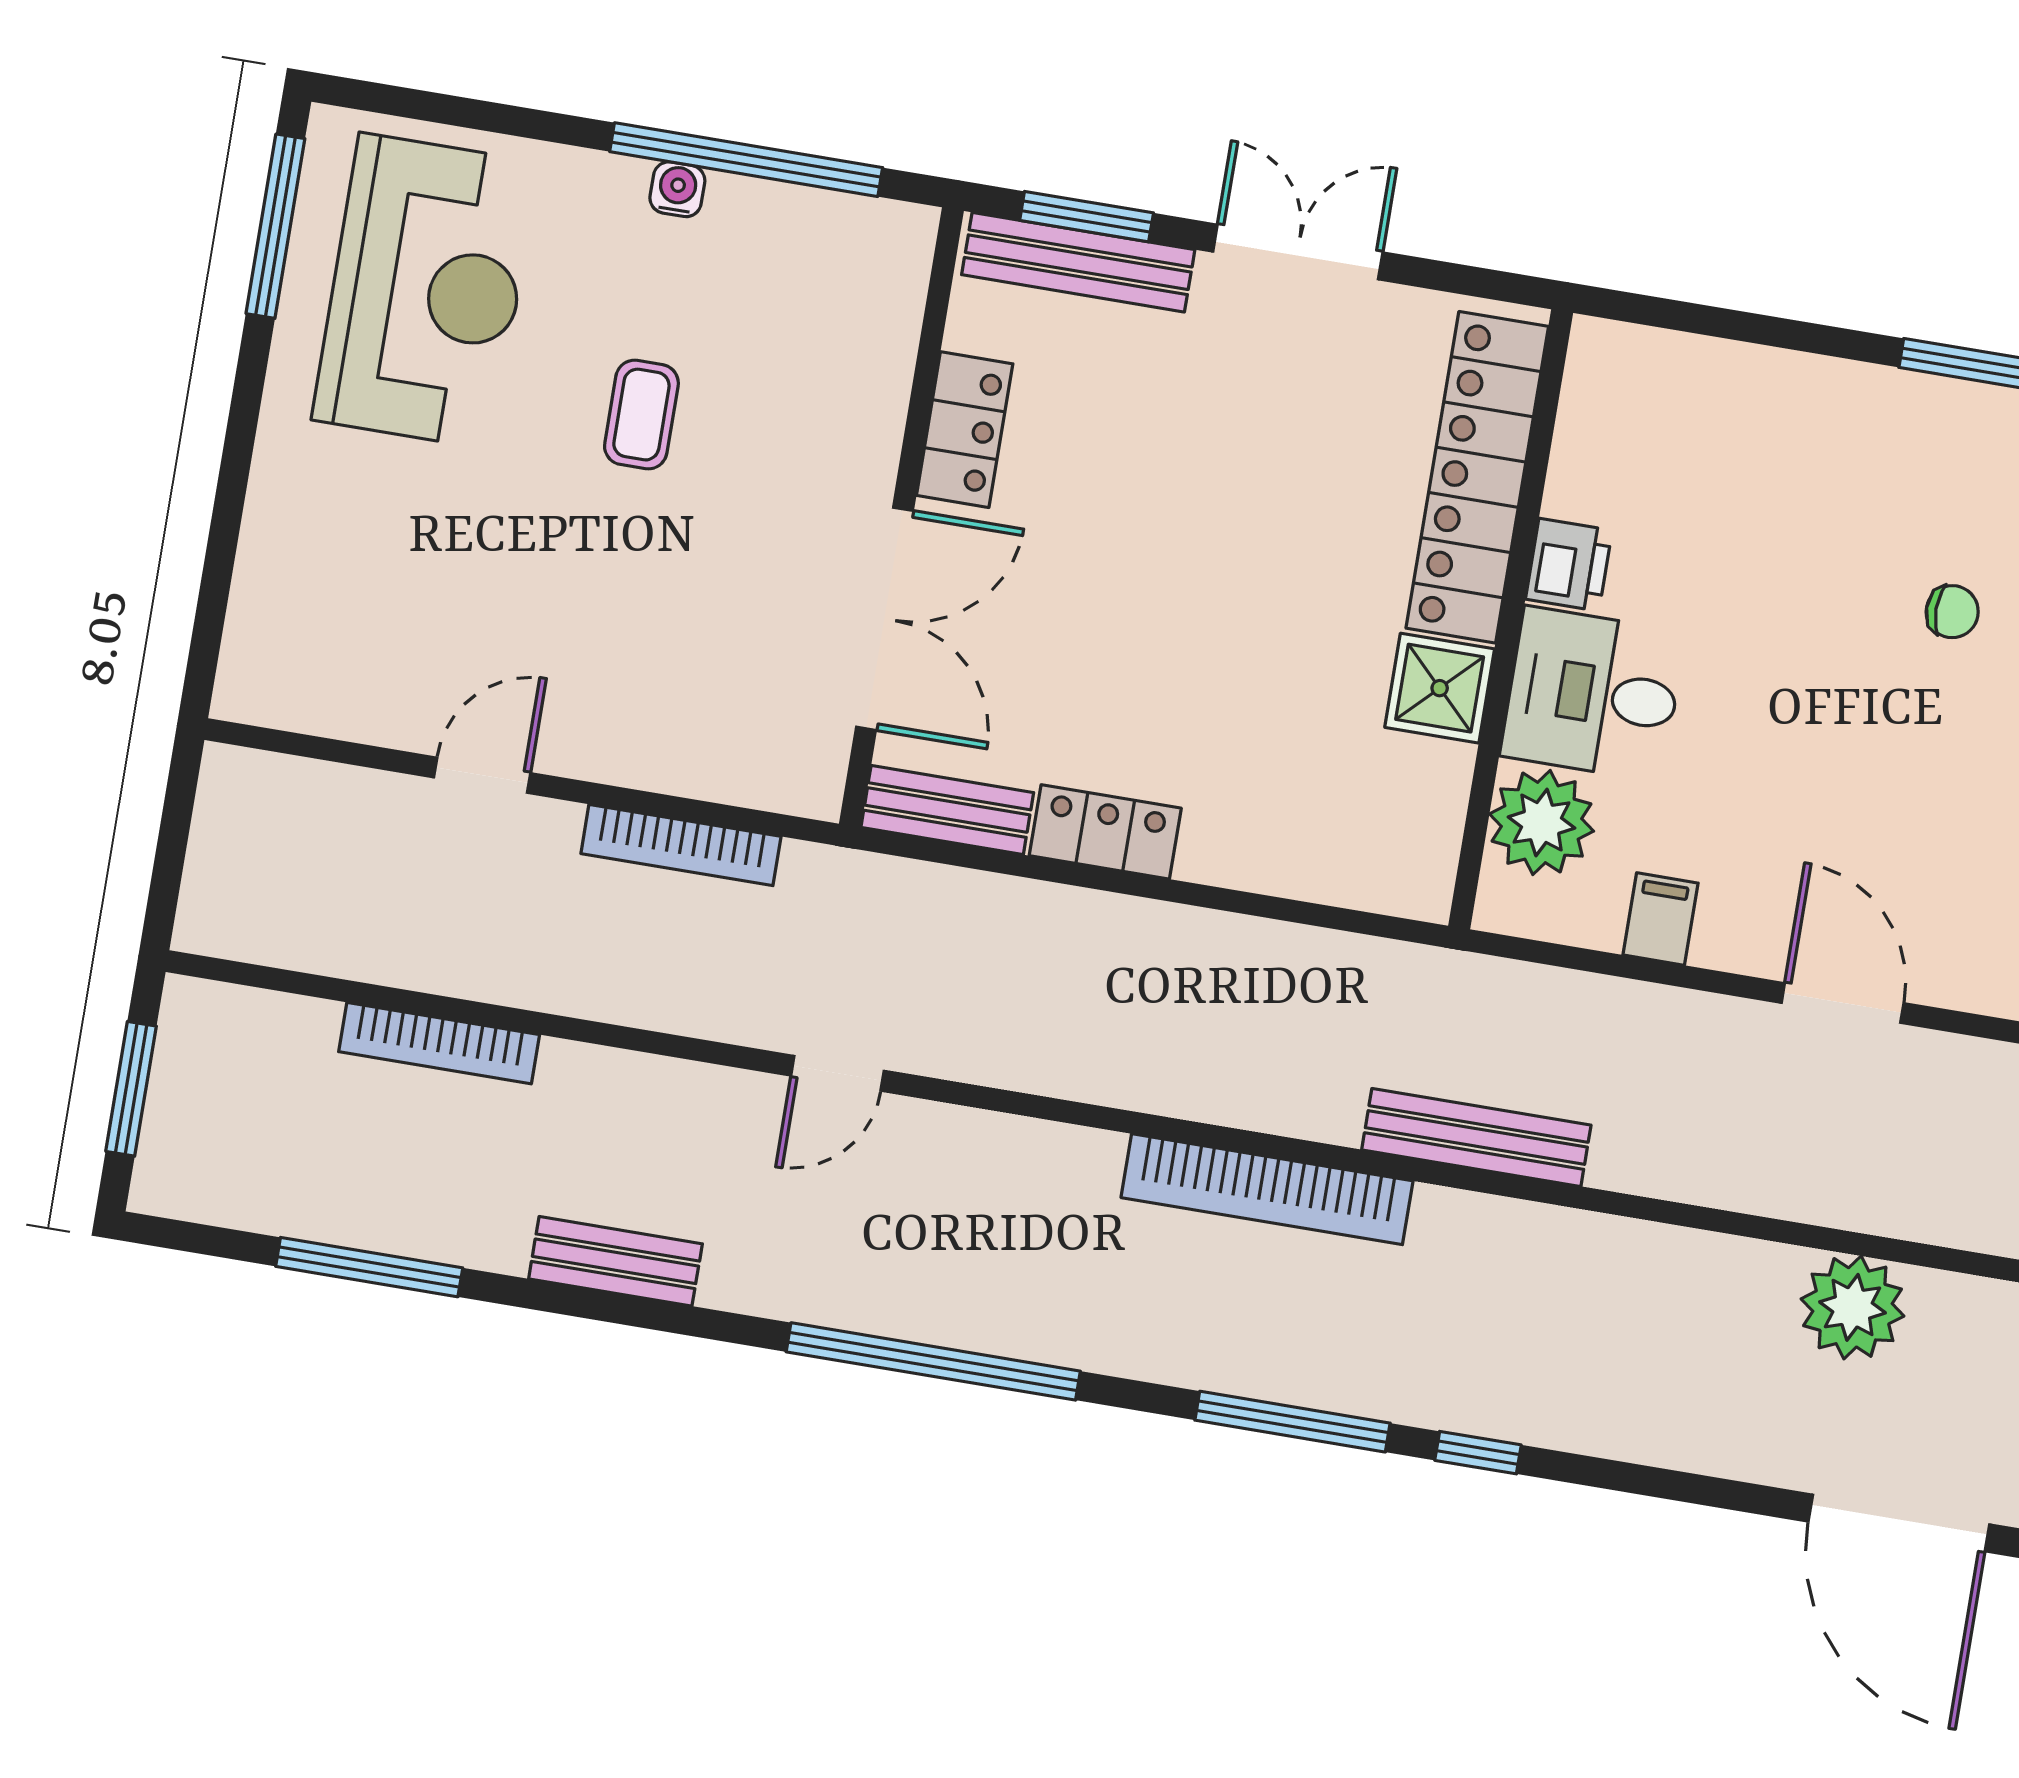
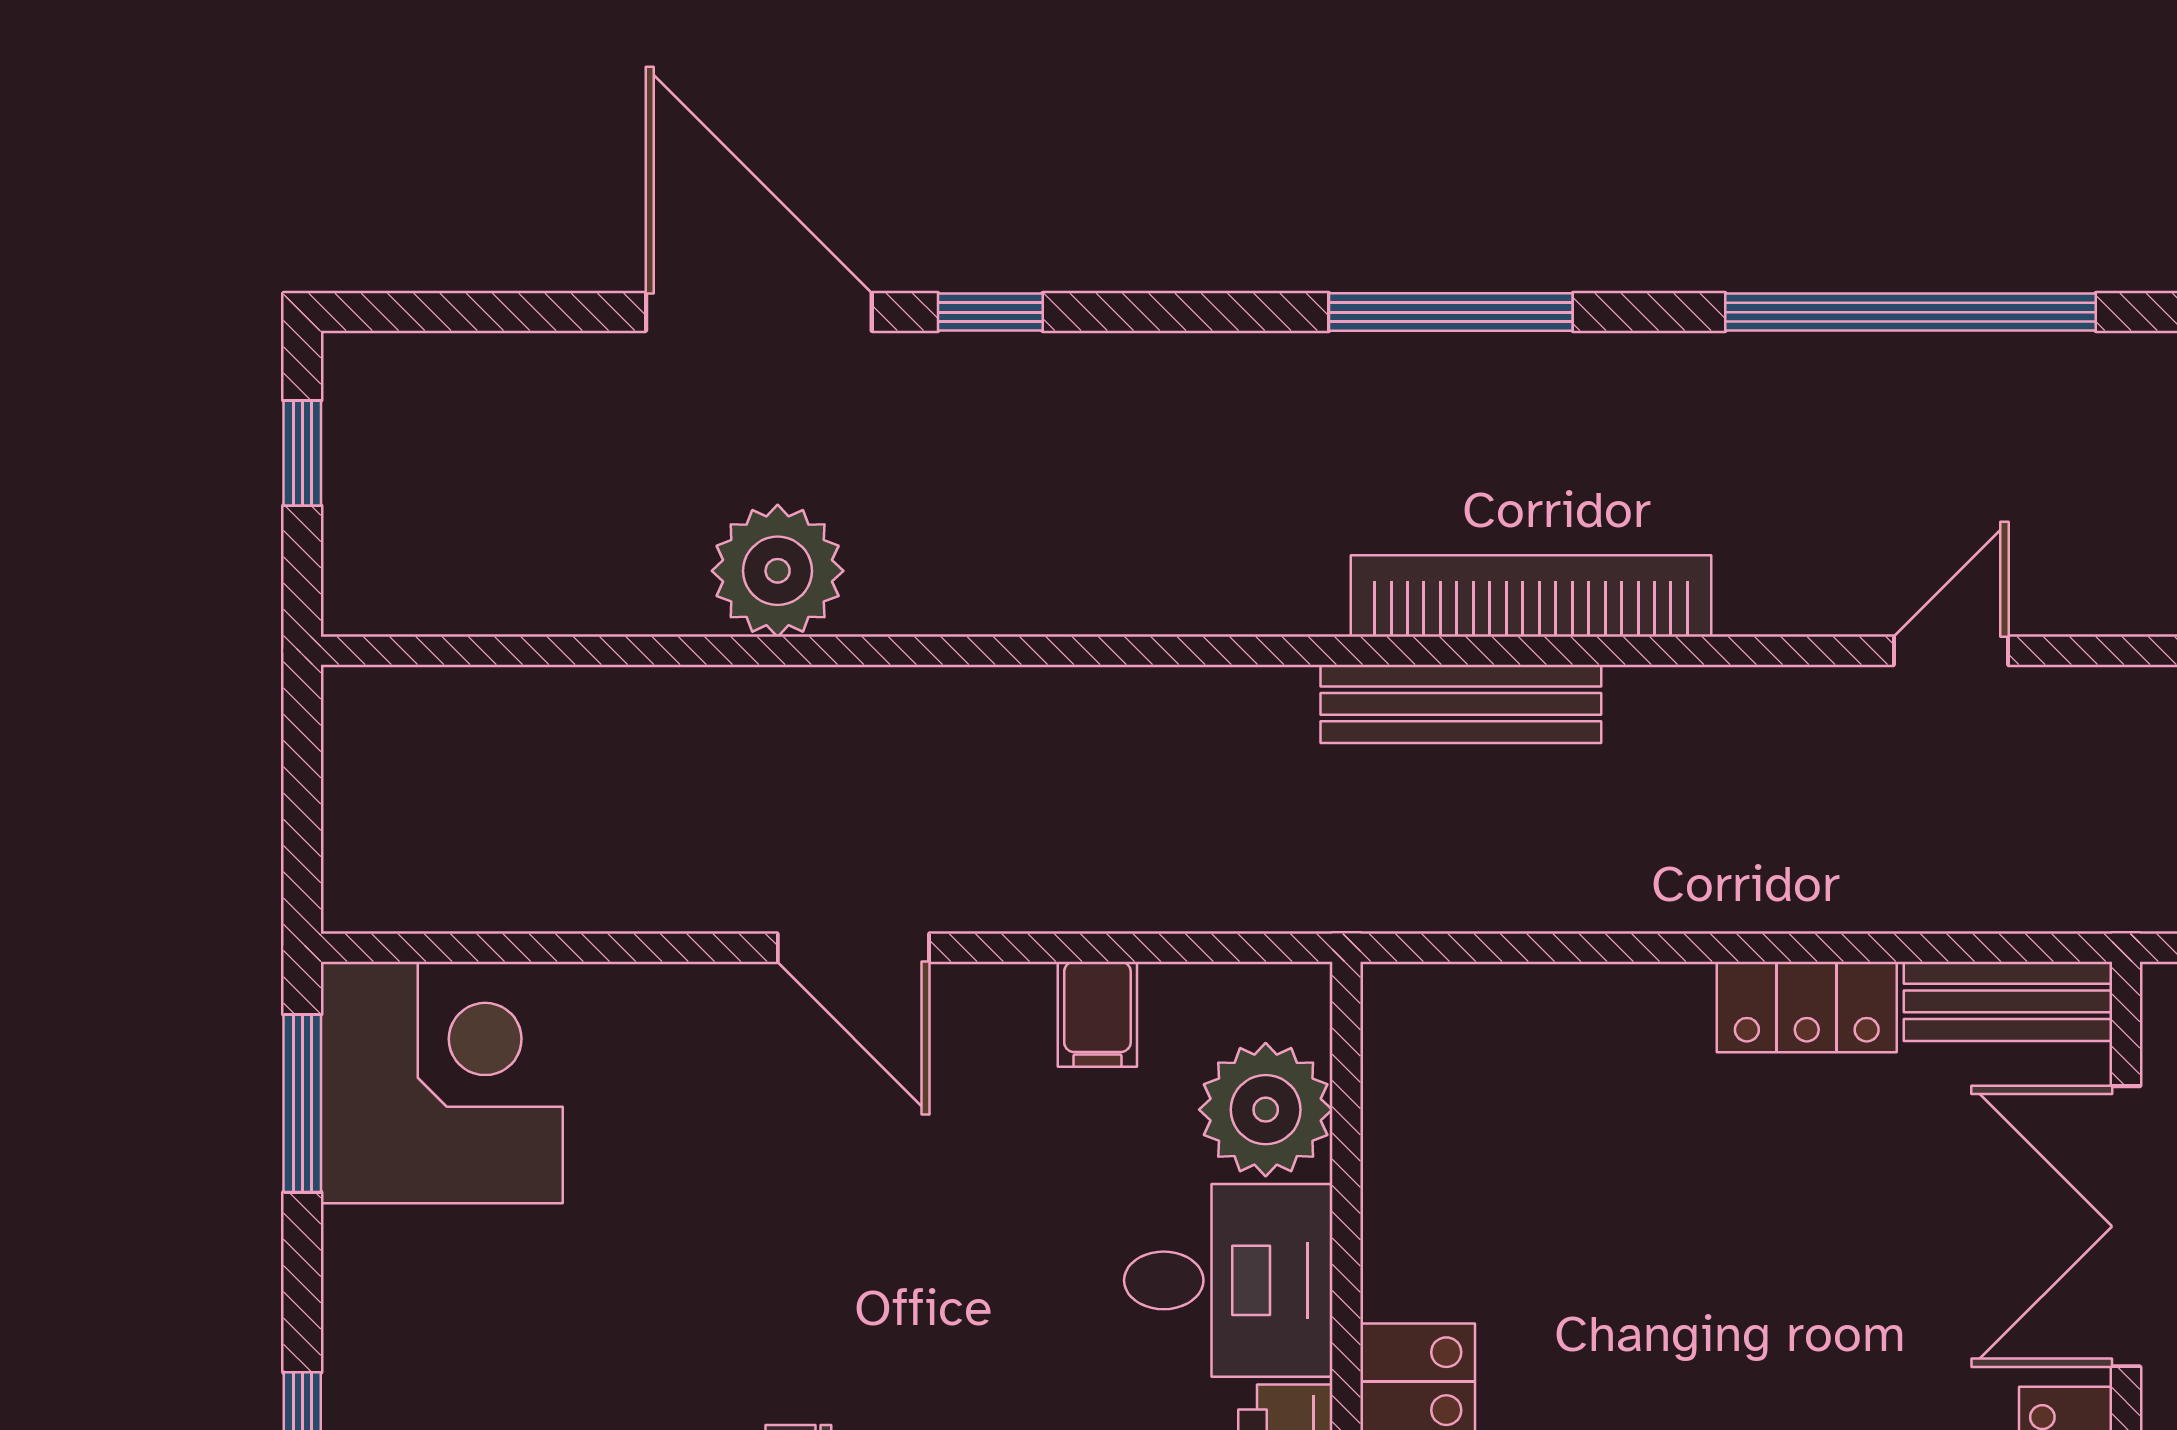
shower: (1440, 688) -> (1420, 1256), removed
door: (837, 1073) -> (1951, 651), moved
bench: (1476, 1137) -> (1461, 704), moved
window: (1478, 1453) -> (990, 312), moved
door: (1899, 1523) -> (759, 312), moved

